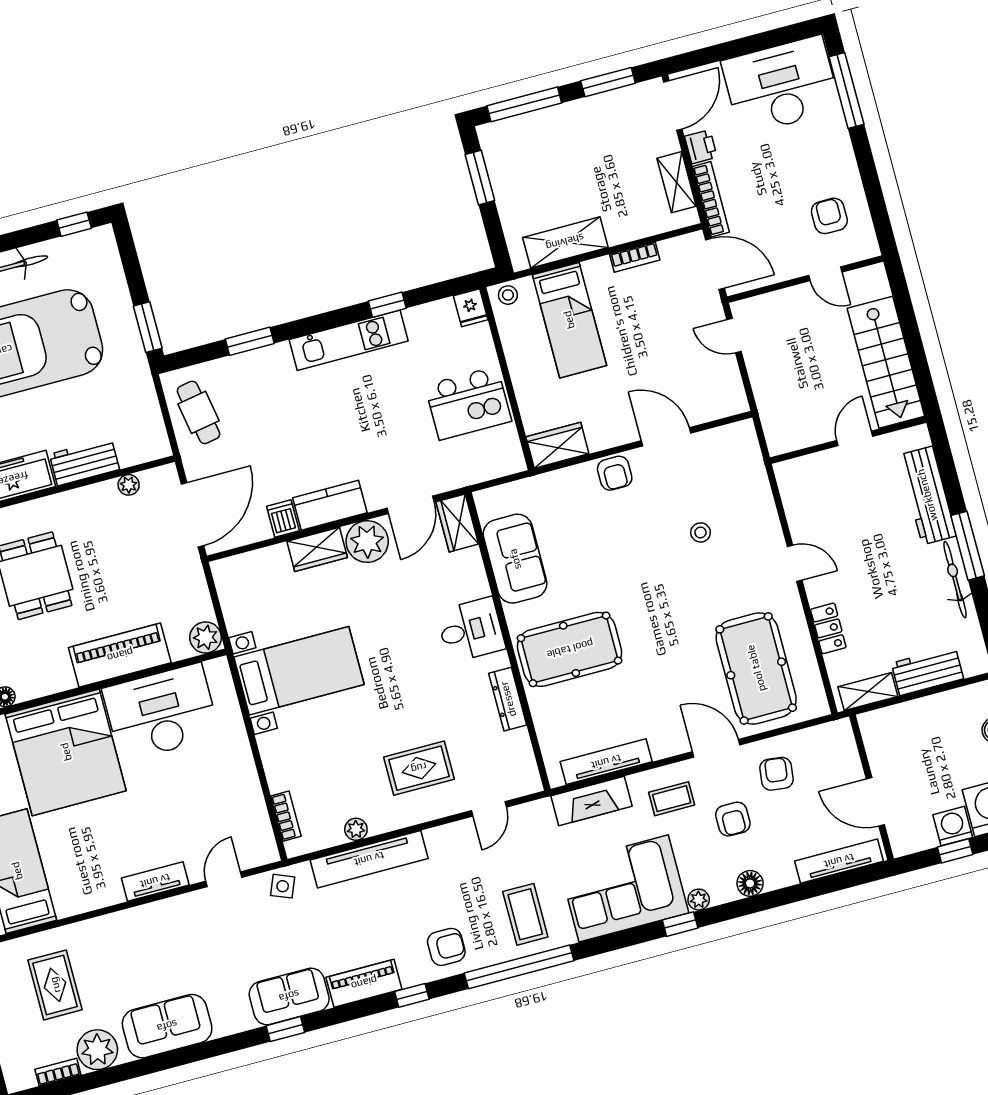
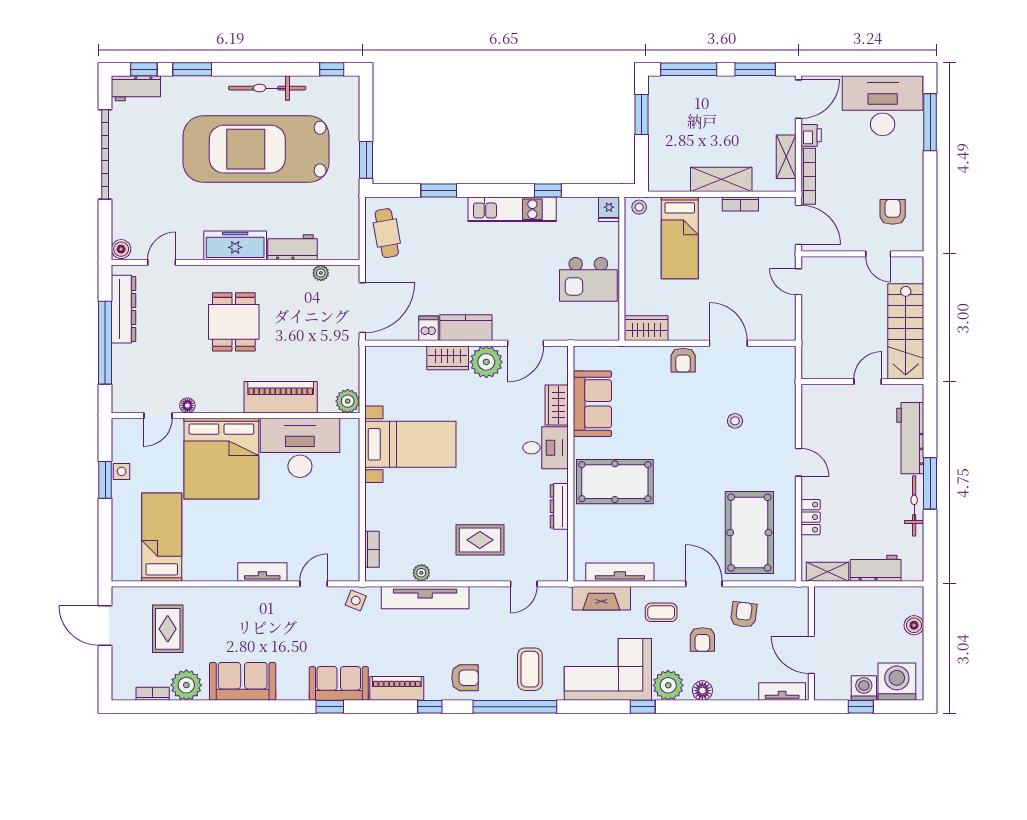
shelving: (565, 242) -> (721, 179), moved
wardrobe: (457, 523) -> (557, 405), moved
tv unit: (839, 861) -> (782, 692), width x0.71
plant: (699, 900) -> (668, 685), width x1.88, depth x1.88

